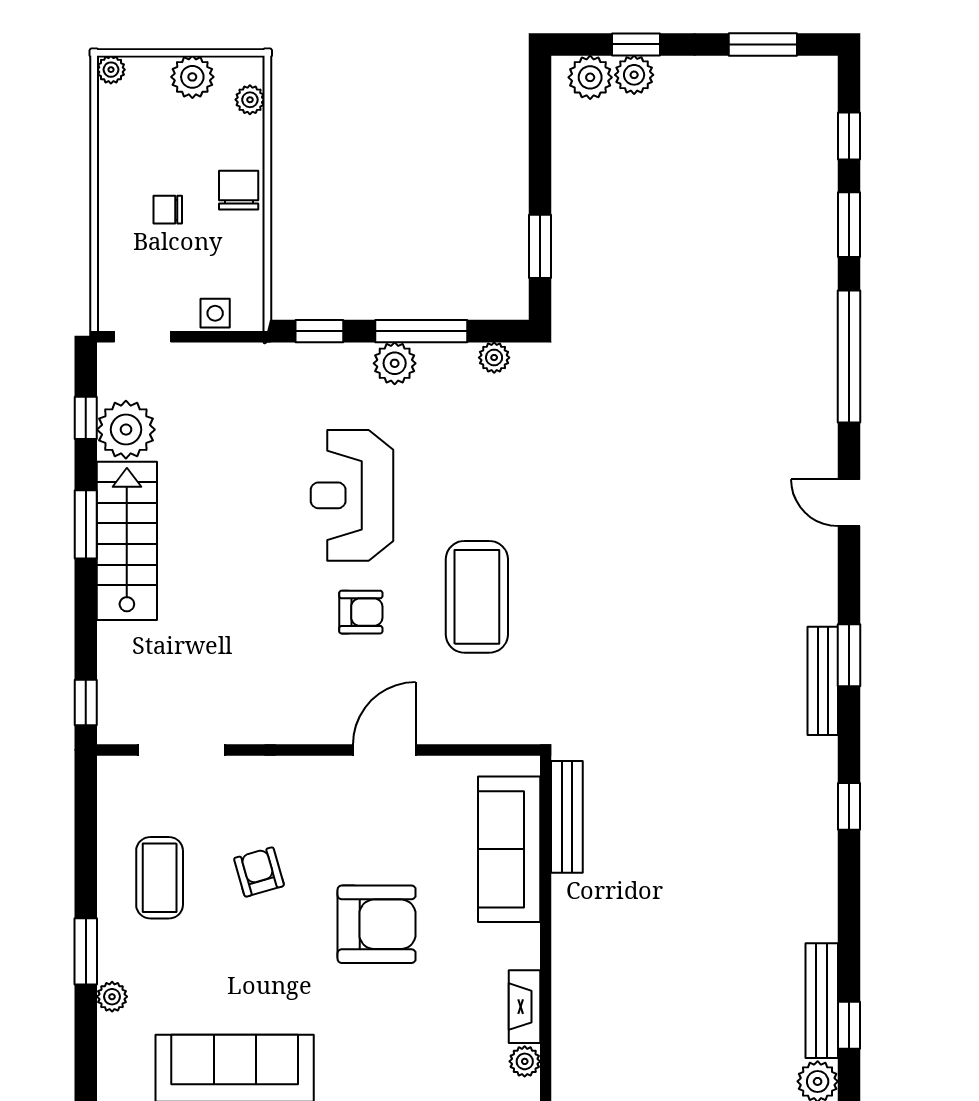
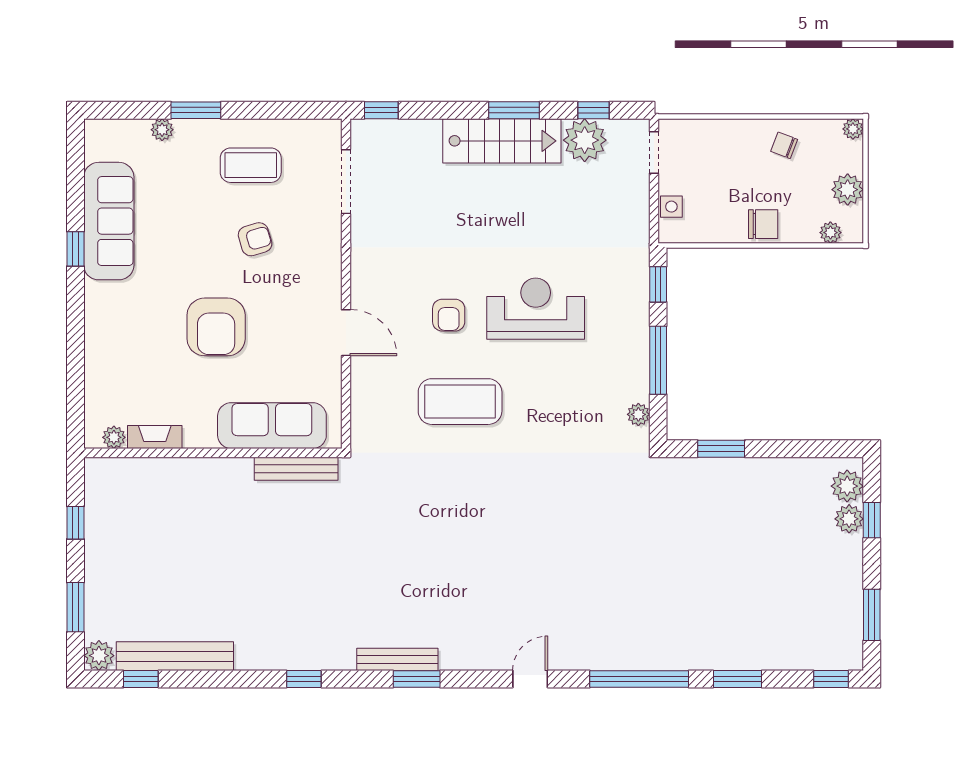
window: (849, 136) -> (831, 679), moved
chair: (168, 210) -> (784, 145), moved, turned -69
plant: (395, 363) -> (634, 340), removed
bench: (822, 1001) -> (175, 656), width x1.37, depth x1.21

